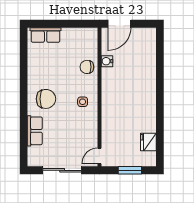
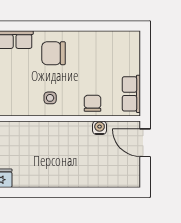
row of seats: (46, 35) -> (131, 94), moved
chair: (46, 99) -> (53, 53), turned 90

